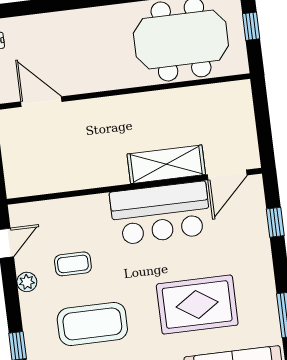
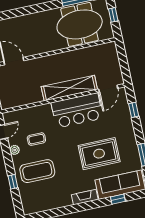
shelving: (166, 164) -> (69, 88), width x1.47
coffee table: (92, 324) -> (37, 171), moved

